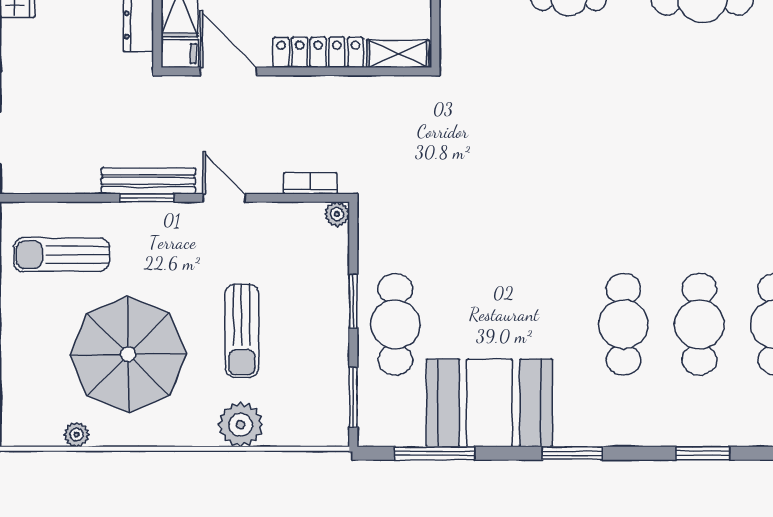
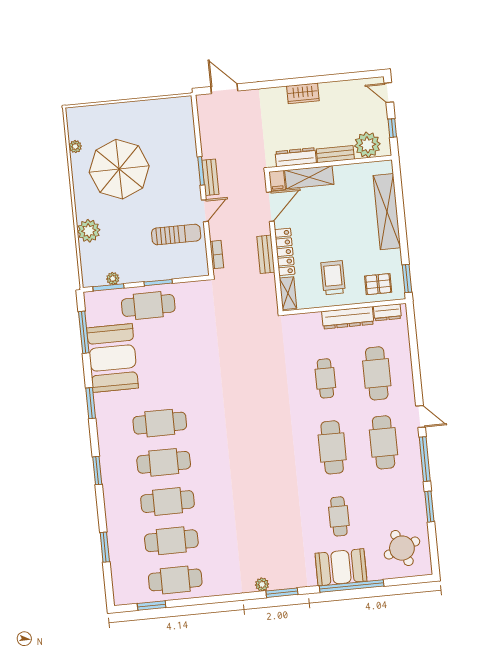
bench: (319, 89) -> (266, 254), added
bench: (148, 181) -> (210, 177), width x0.73
plant: (337, 214) -> (113, 279), moved
sun lounger: (61, 255) -> (167, 130), removed
sun lounger: (242, 331) -> (176, 235), moved, turned 180

